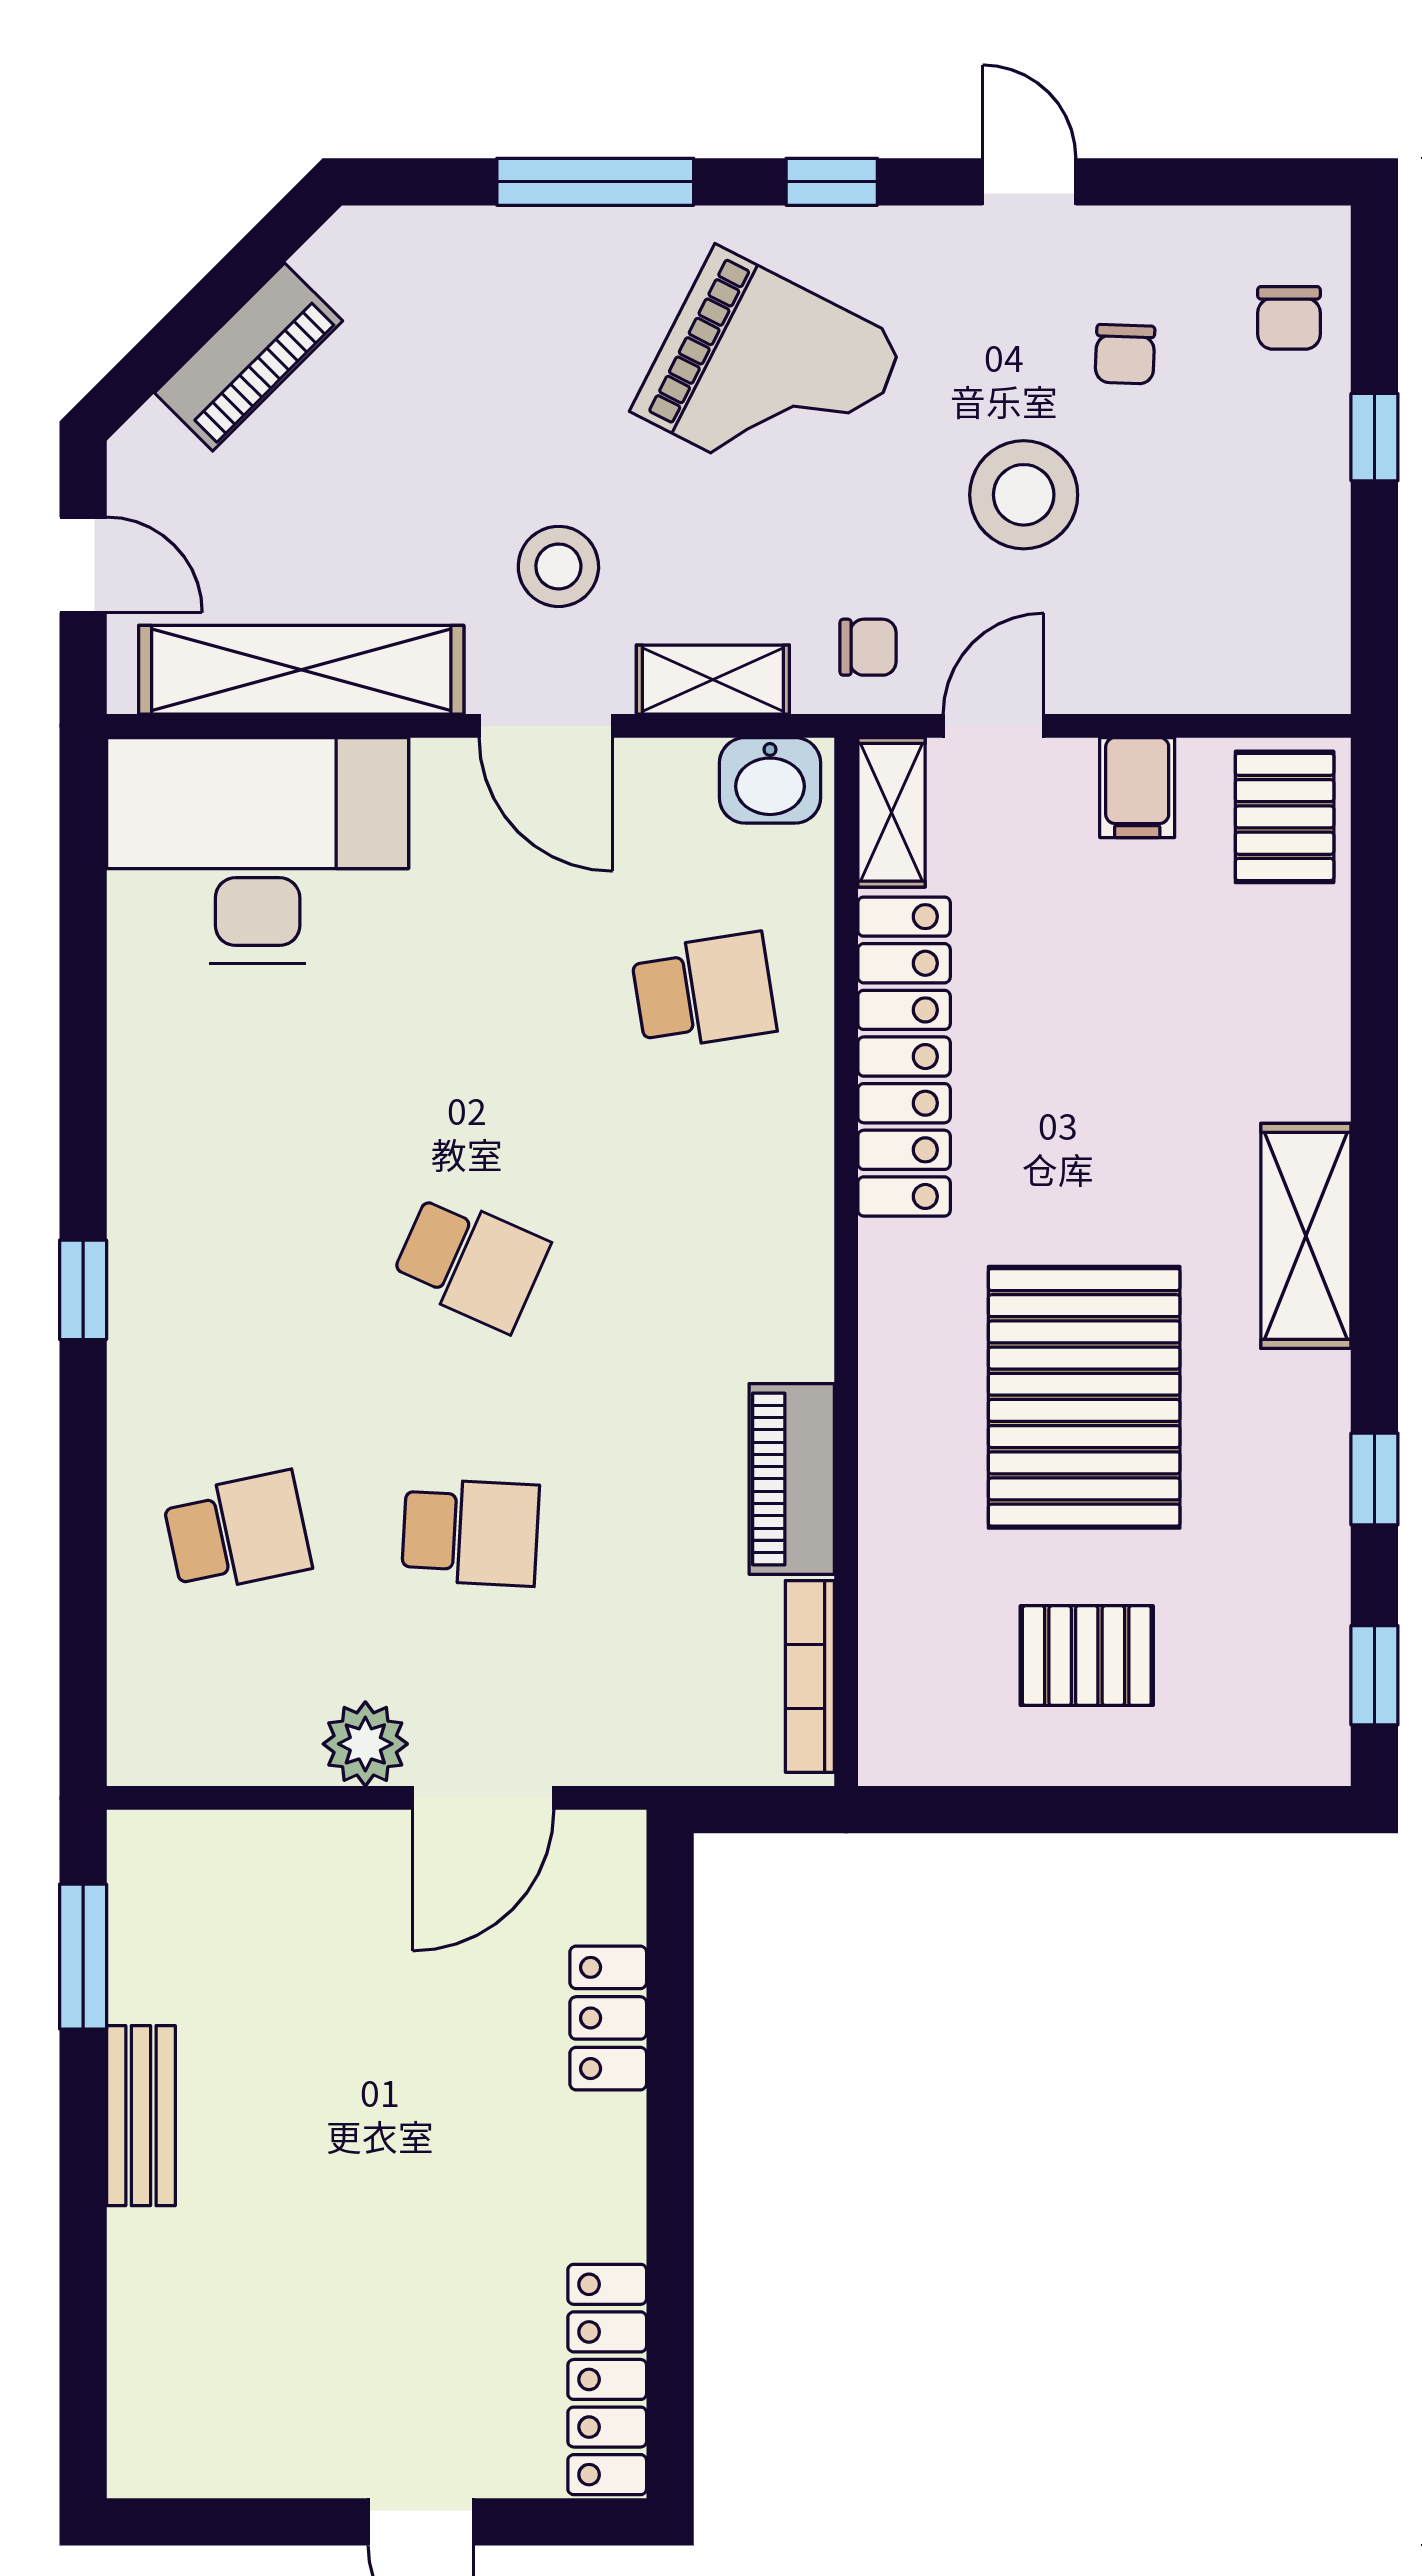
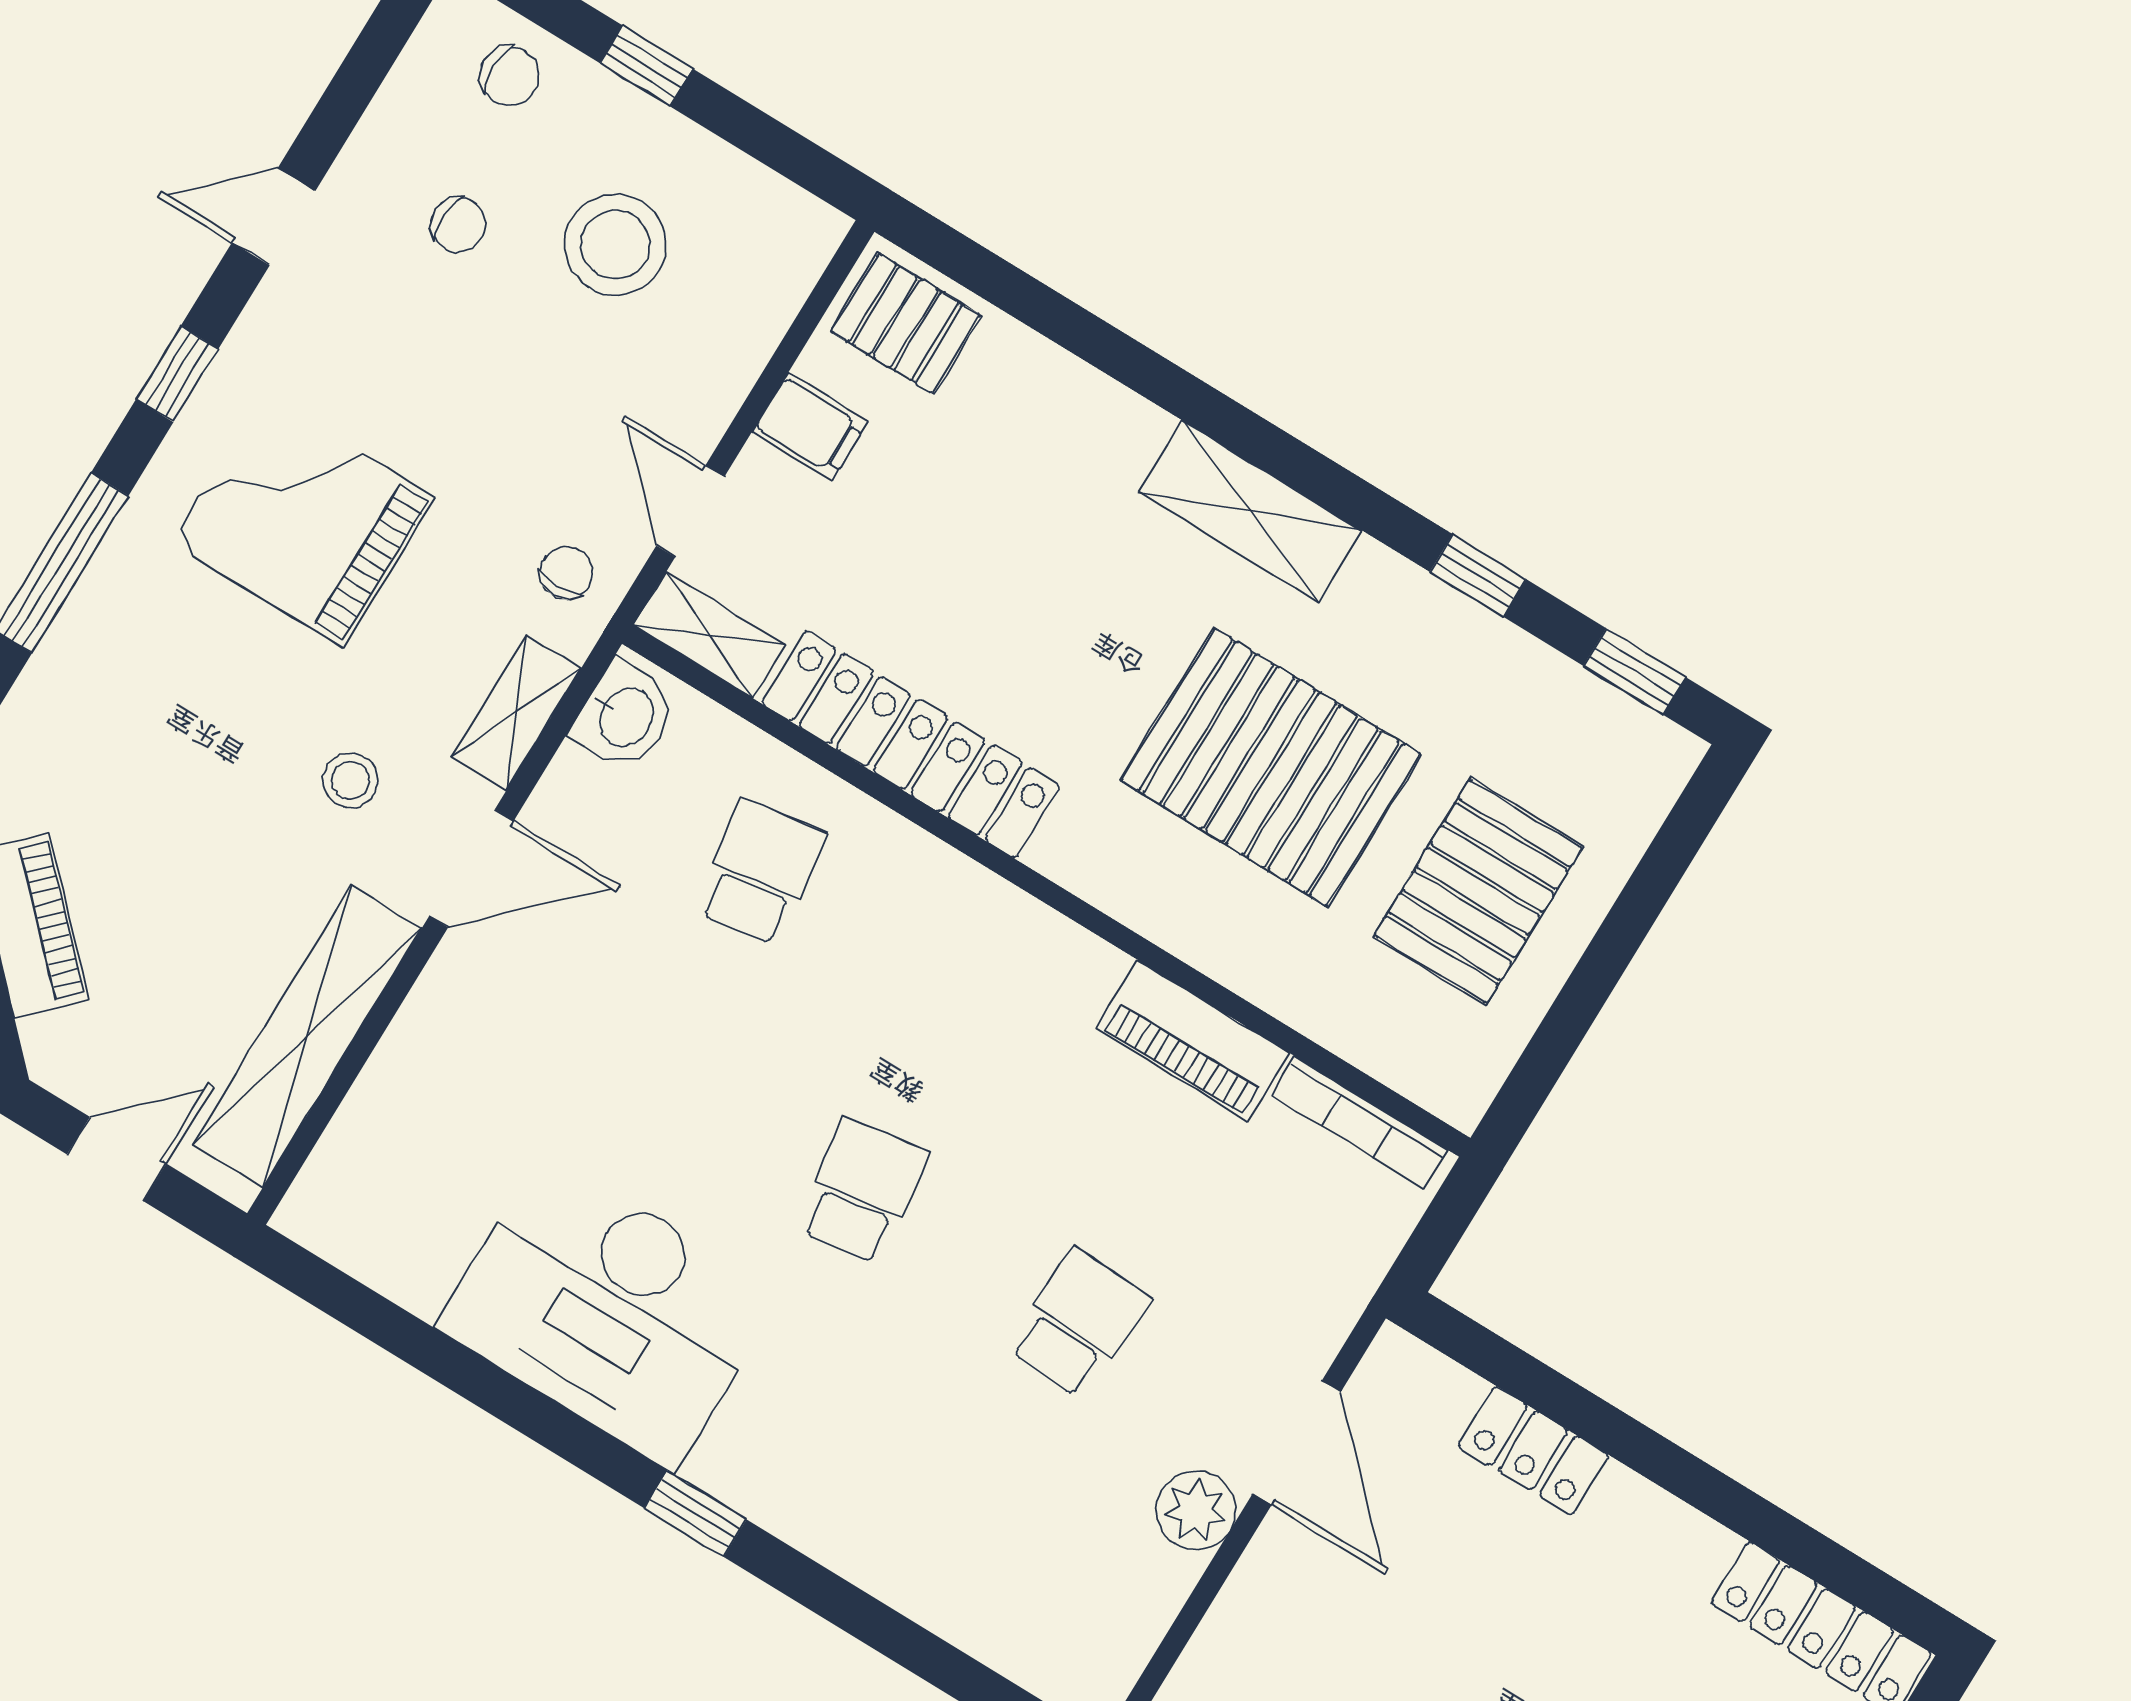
grand piano: (769, 377) -> (302, 520), turned -117
stool: (1024, 495) -> (615, 245), moved
stool: (558, 566) -> (350, 780), width x0.73, depth x0.73
desk: (258, 851) -> (609, 1311), moved, turned -90
school desk: (470, 1262) -> (862, 1191), turned -33
school desk: (237, 1532) -> (964, 1509), removed
pallet: (1087, 1656) -> (1478, 891), width x1.50, depth x1.42

